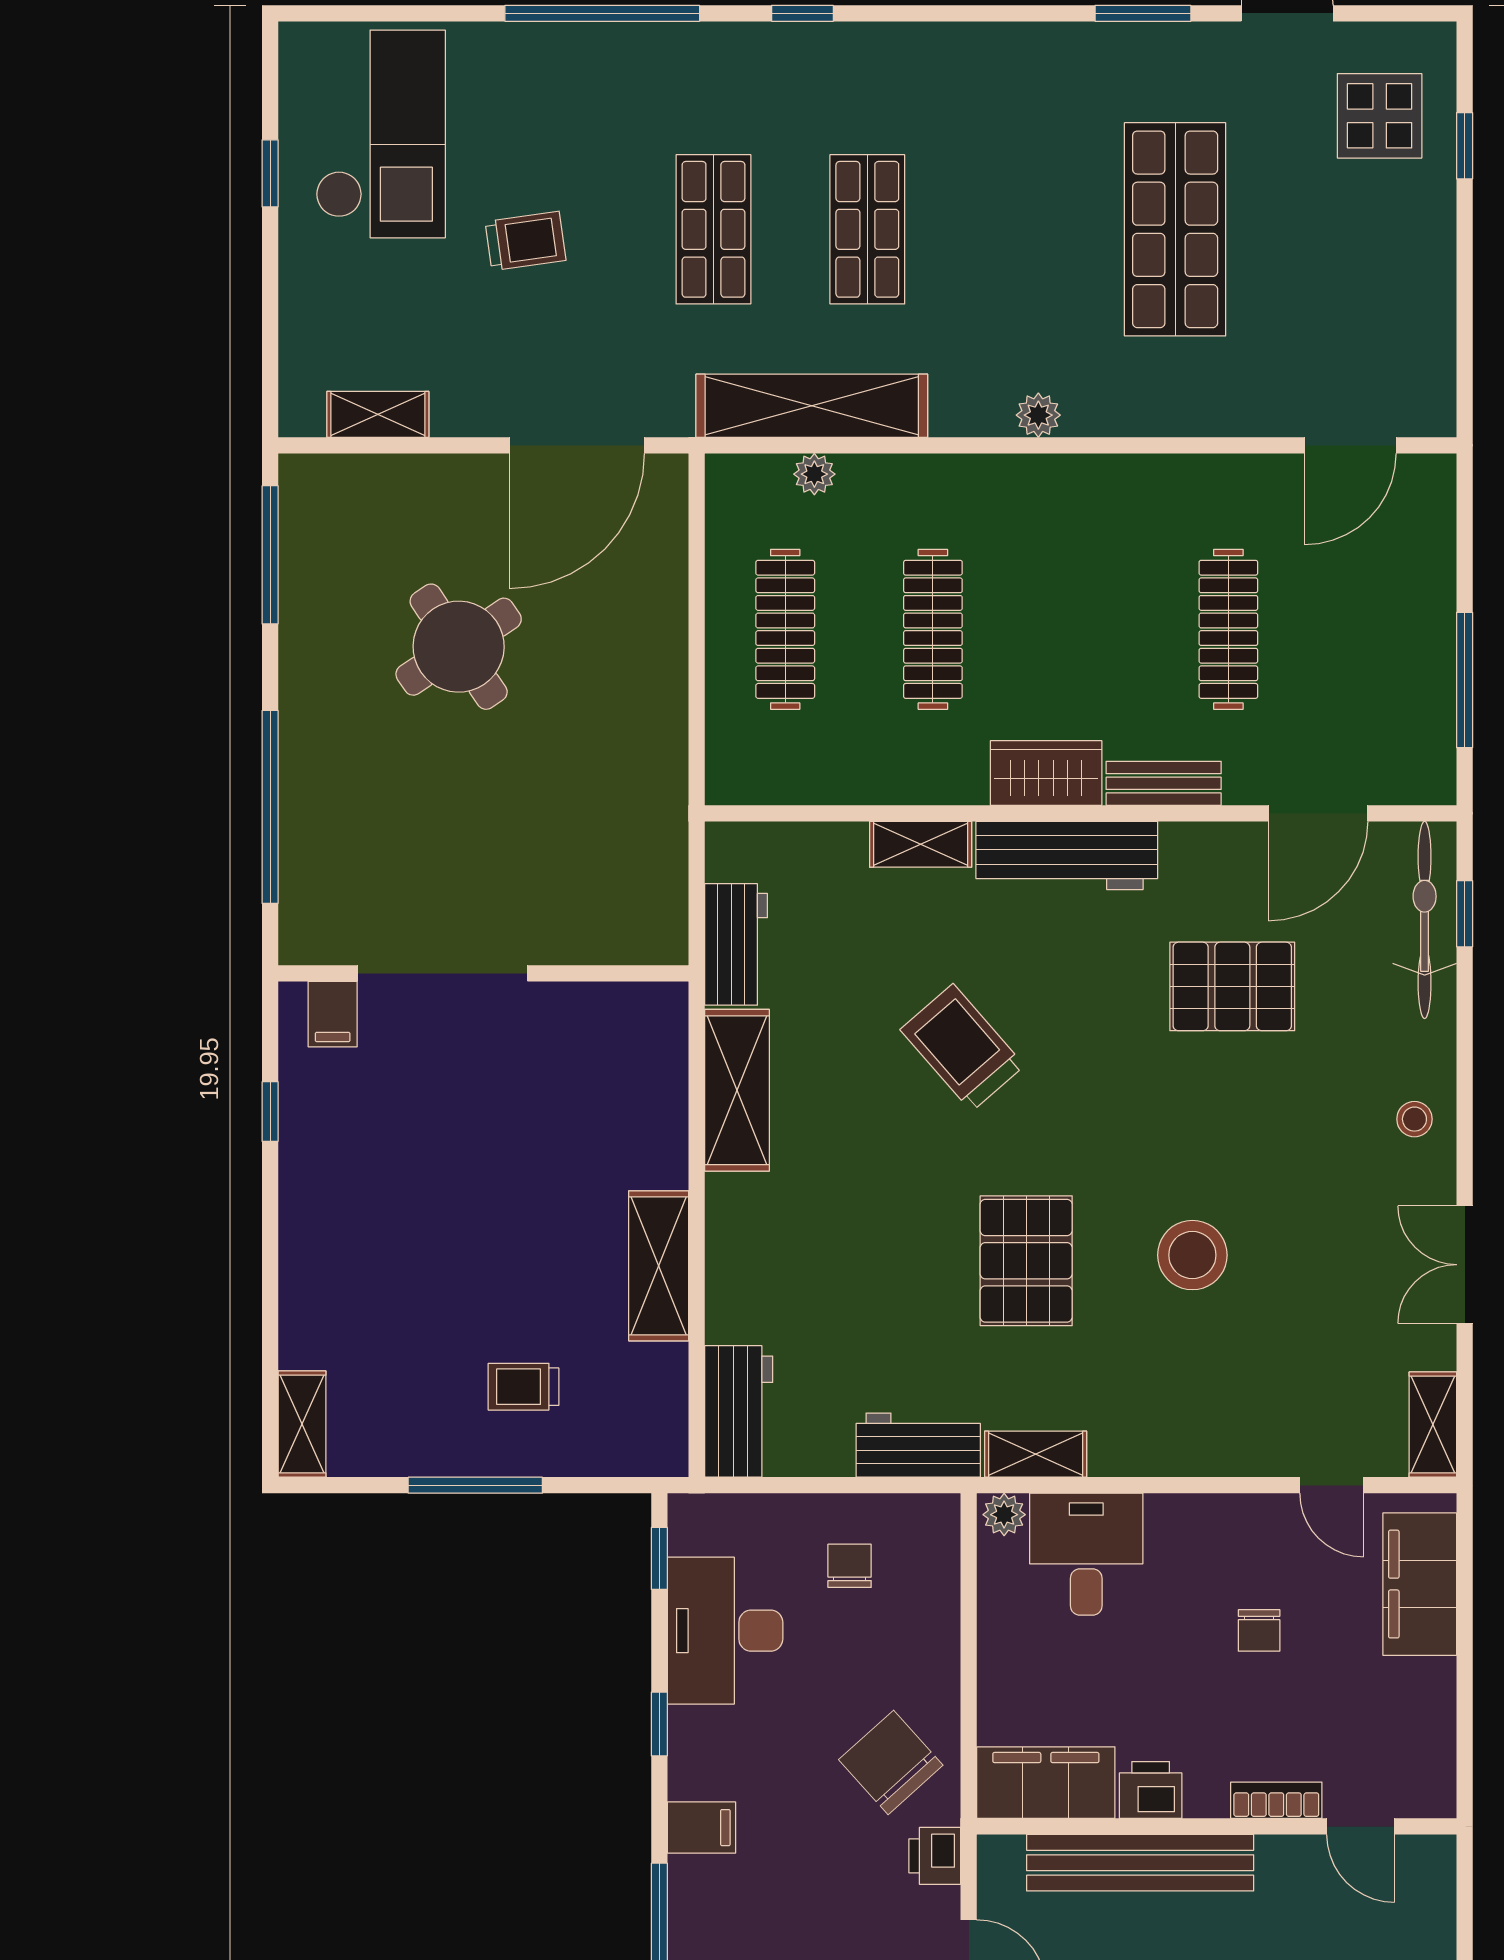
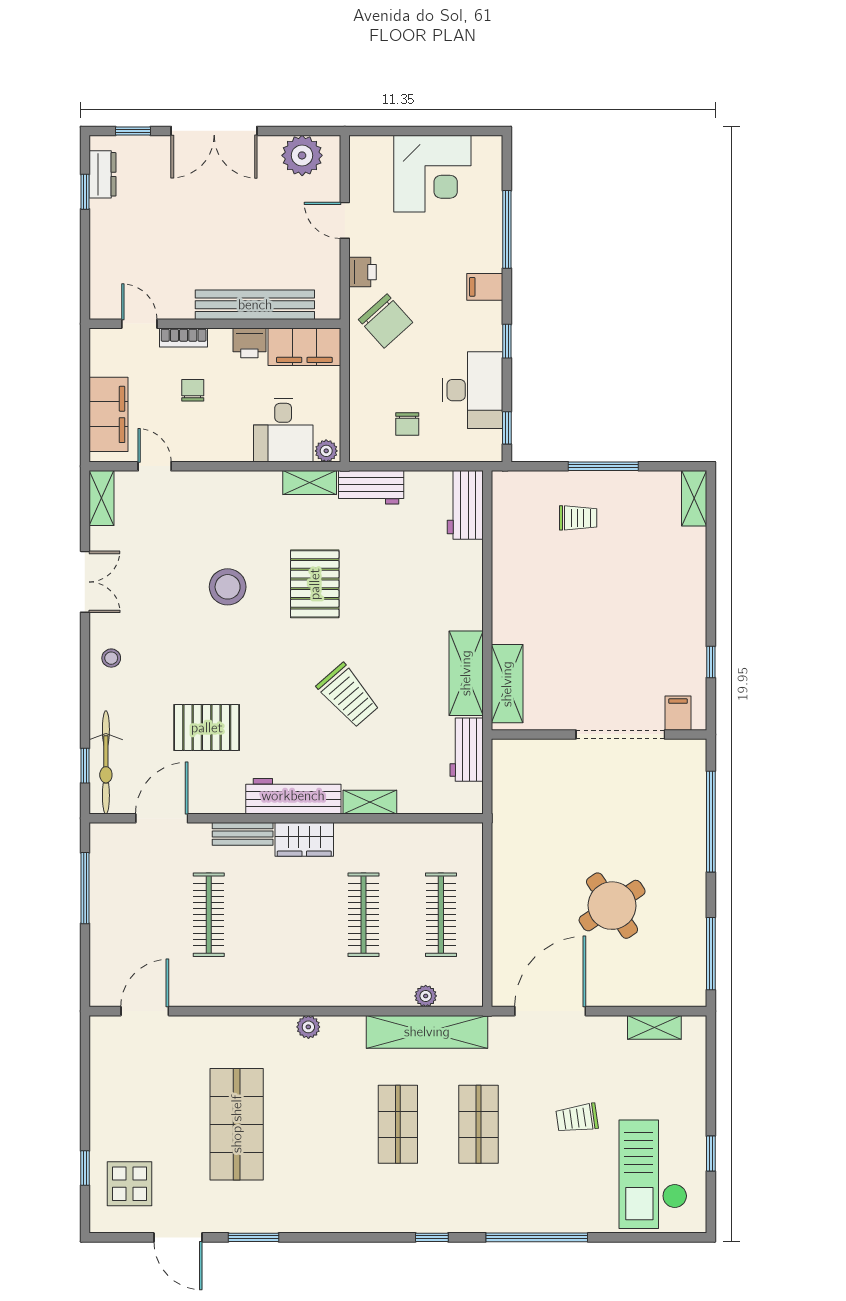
shelving: (659, 1266) -> (507, 684), moved
filing cabinet: (1046, 1783) -> (304, 347), moved
printer: (1151, 1790) -> (249, 343), moved
bookcase: (1276, 1800) -> (184, 337), moved
wall: (1217, 1826) -> (215, 324), moved
door: (1361, 1826) -> (139, 324), moved
bench: (1140, 1863) -> (255, 305), moved

